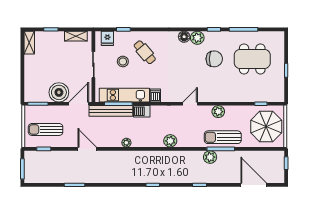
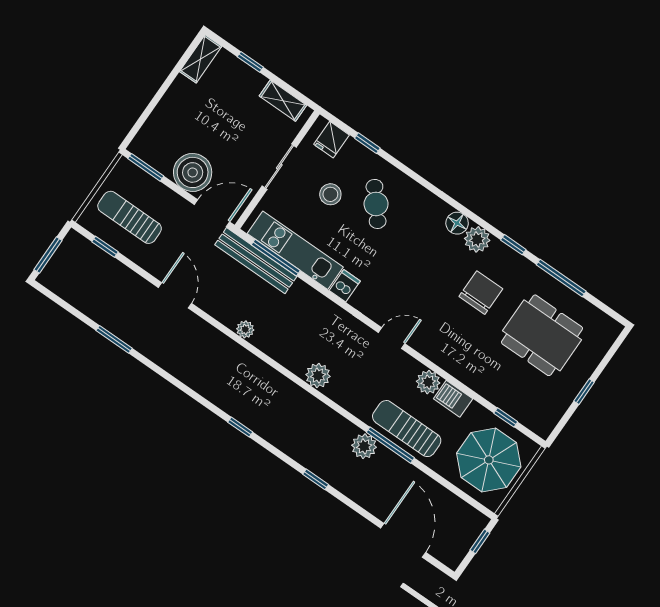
chair: (214, 59) -> (481, 293), turned -90
barbecue: (142, 111) -> (453, 399), moved

